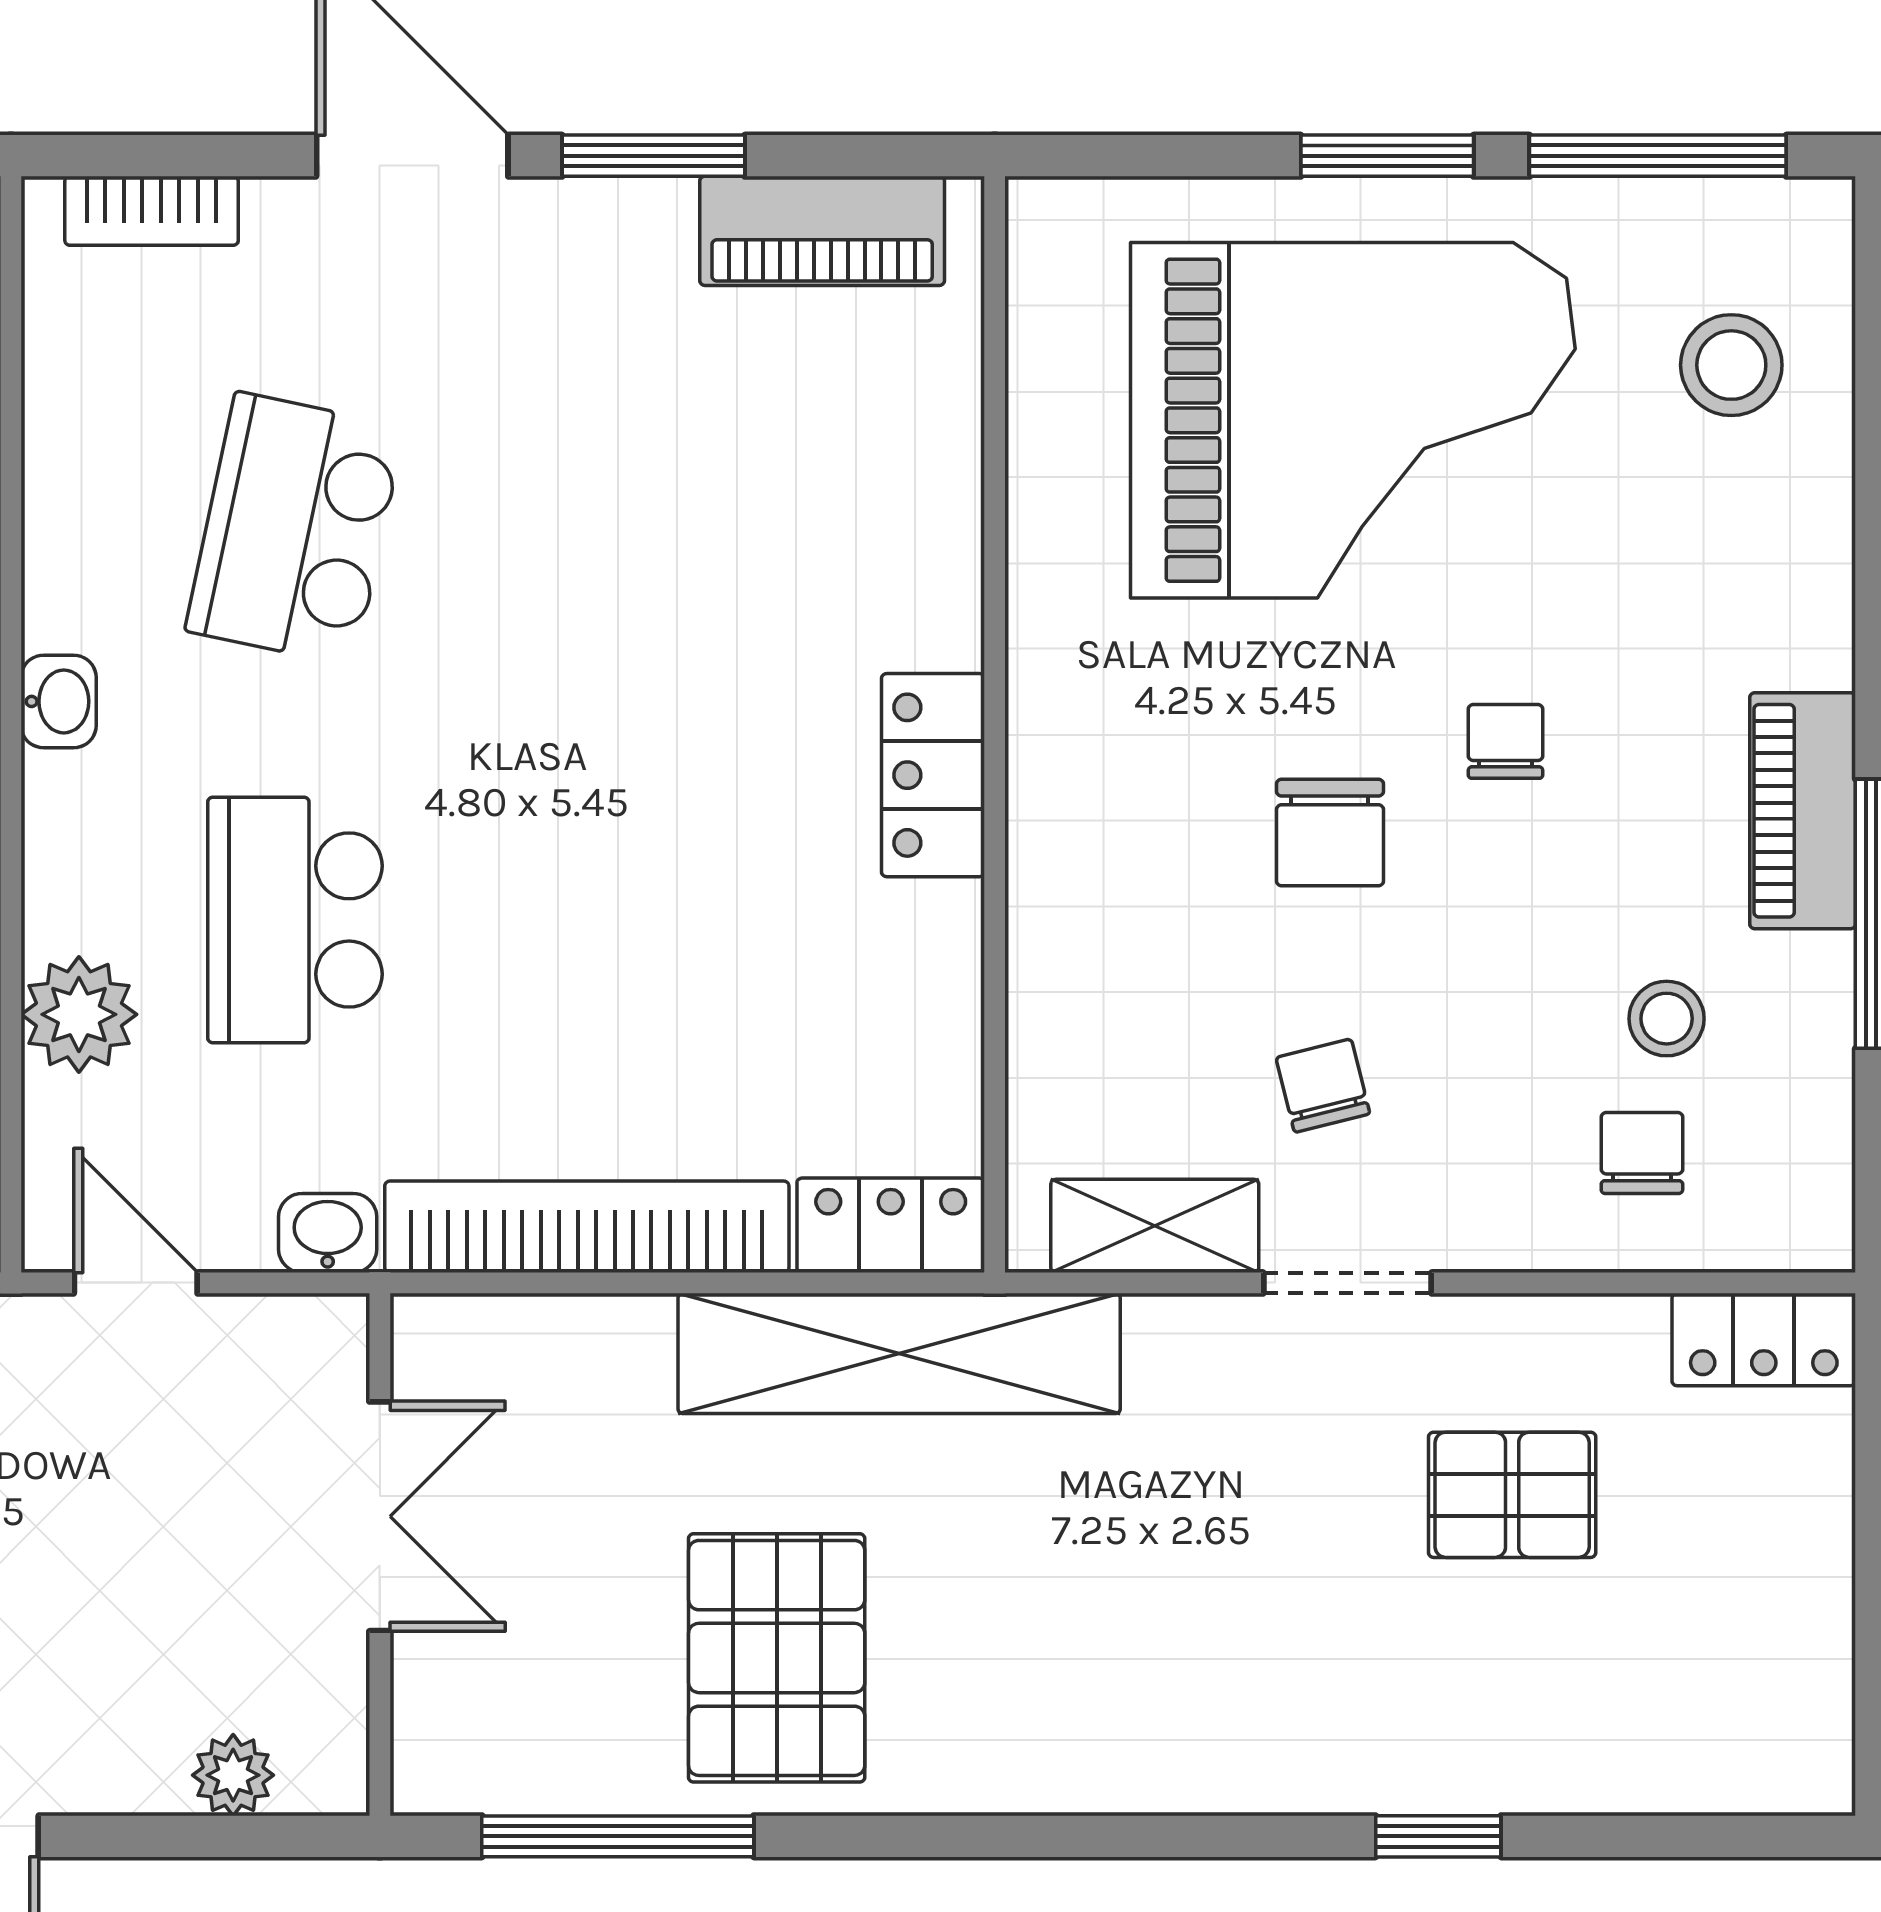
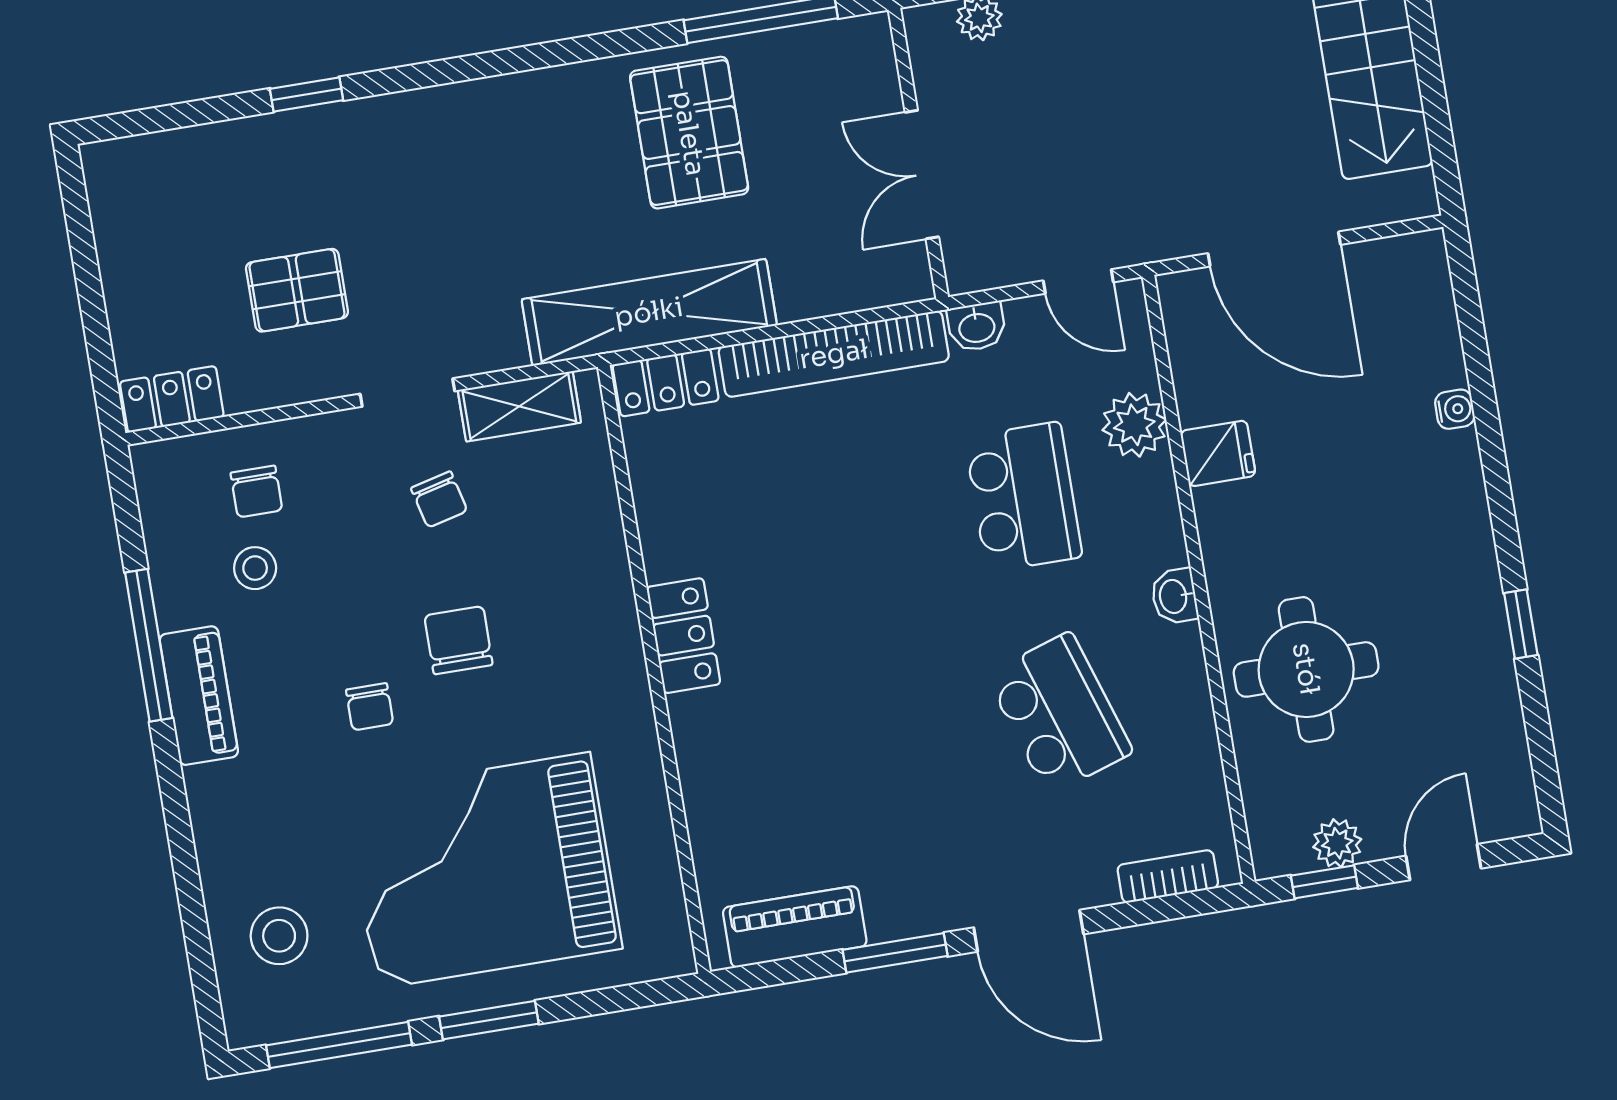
school desk: (295, 529) -> (1059, 713), turned -30

